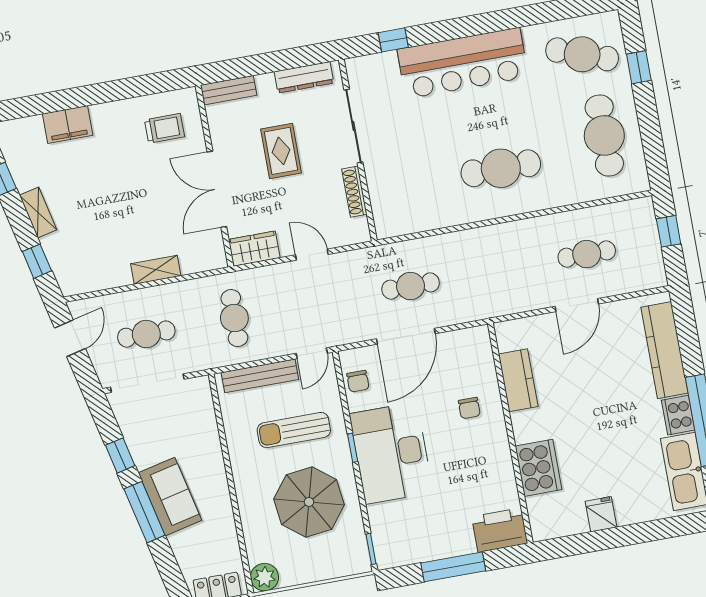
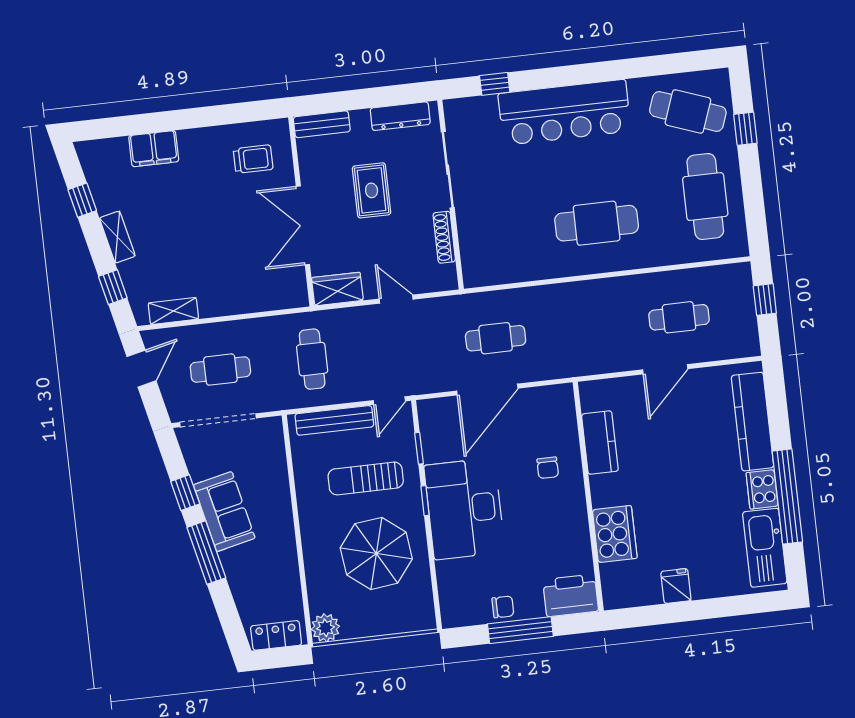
shelving: (156, 270) -> (173, 311), moved
chair: (358, 381) -> (503, 607), moved, turned -90
sofa: (170, 497) -> (224, 512), moved
window: (371, 549) -> (419, 448), moved

